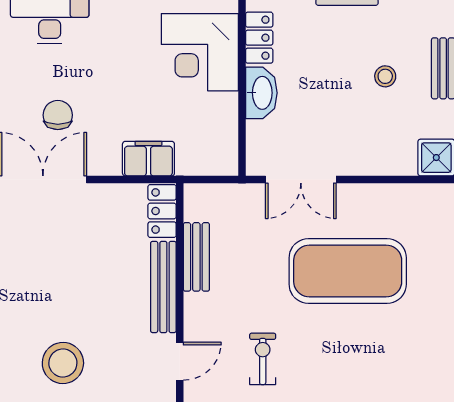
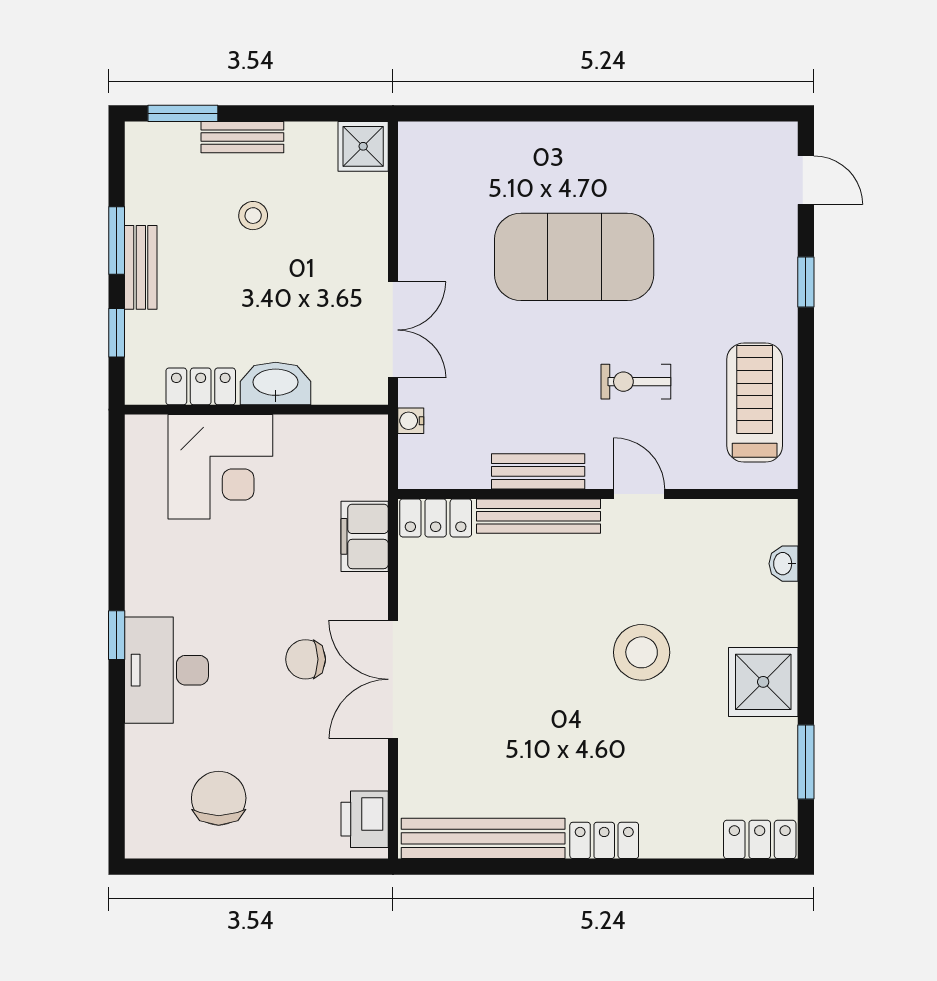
water cooler: (234, 193) -> (411, 421), added
bench: (196, 257) -> (538, 471), moved
exercise mat: (348, 271) -> (574, 257), moved, turned 90

